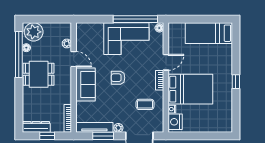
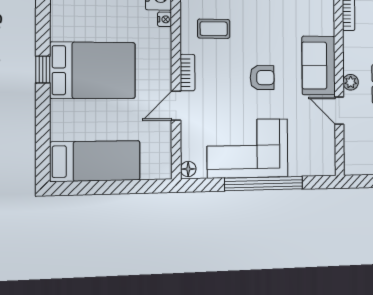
window: (135, 19) -> (264, 184), moved
plant: (67, 43) -> (351, 82), moved
bed: (190, 89) -> (93, 70), moved, turned 180

